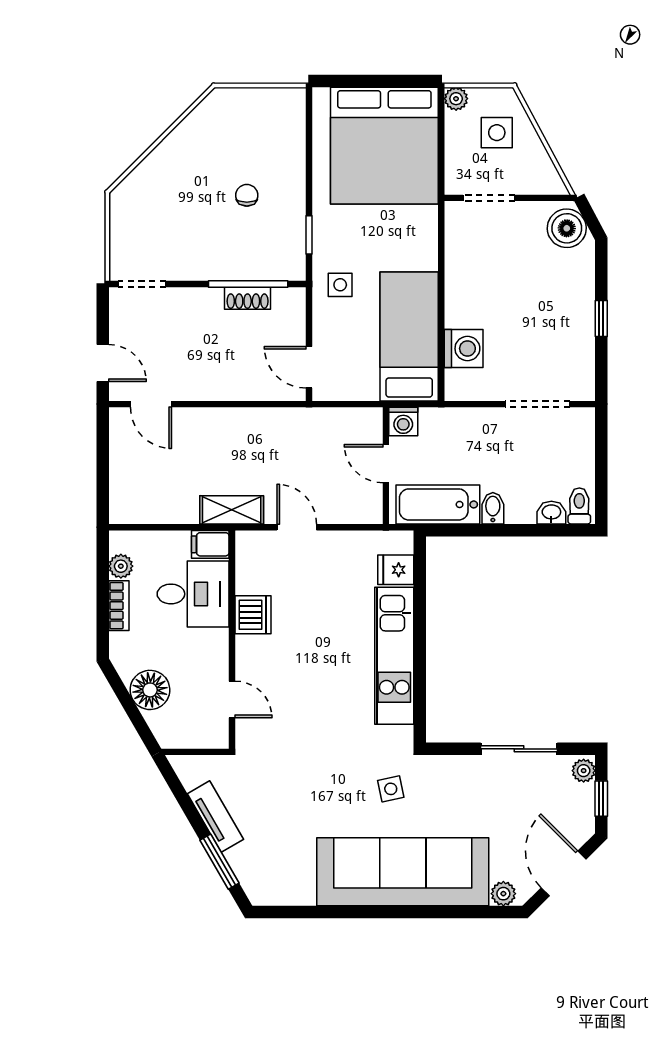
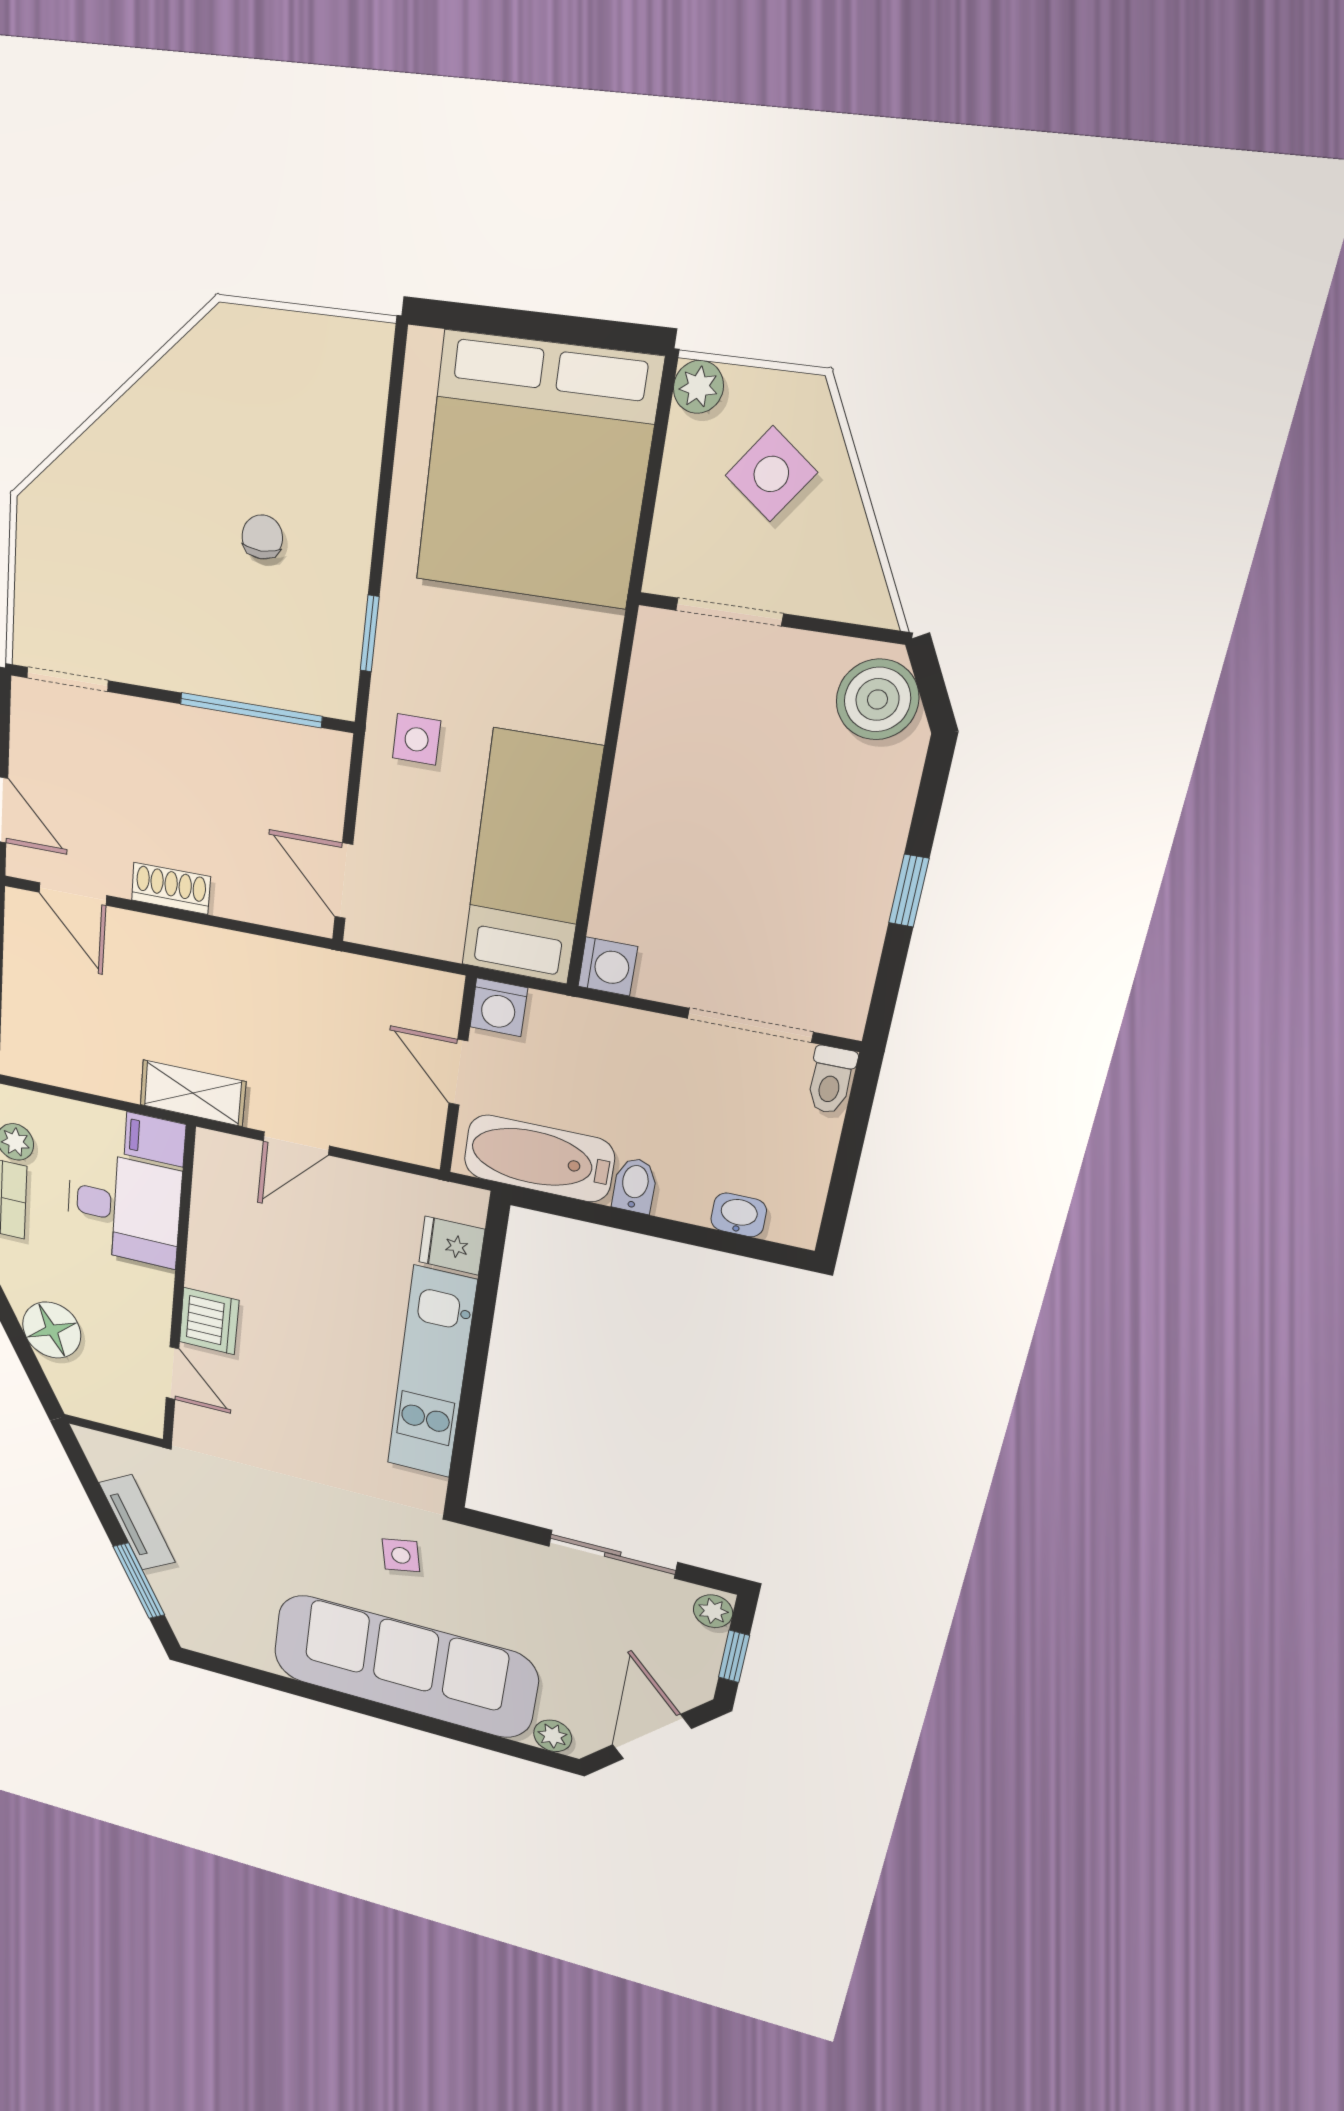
side table: (497, 133) -> (771, 474), turned 36
shoe rack: (248, 298) -> (171, 888), moved, turned 180
washing machine: (464, 349) -> (608, 967), moved, width x0.73, depth x0.73
toilet: (579, 506) -> (831, 1080), moved, turned 180
door: (297, 527) -> (296, 1143), swing flipped
dishwasher: (253, 615) -> (209, 1321), moved

